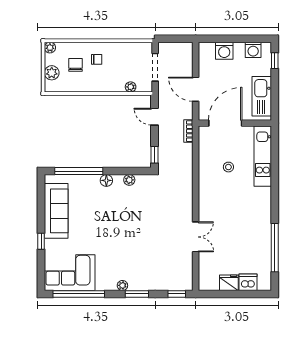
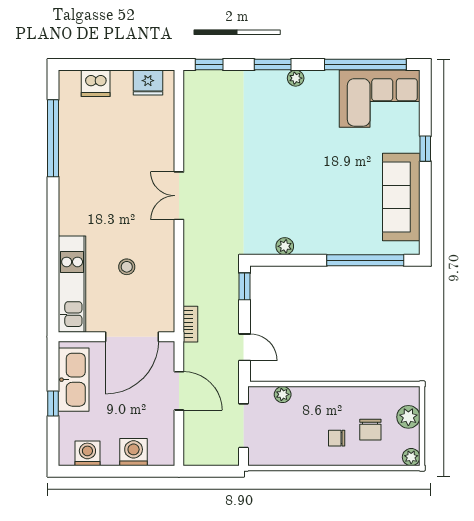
window: (275, 61) -> (53, 404), moved
floor lamp: (106, 180) -> (321, 245), removed
double door: (196, 237) -> (179, 196), moved
fridge: (229, 283) -> (148, 83), moved

